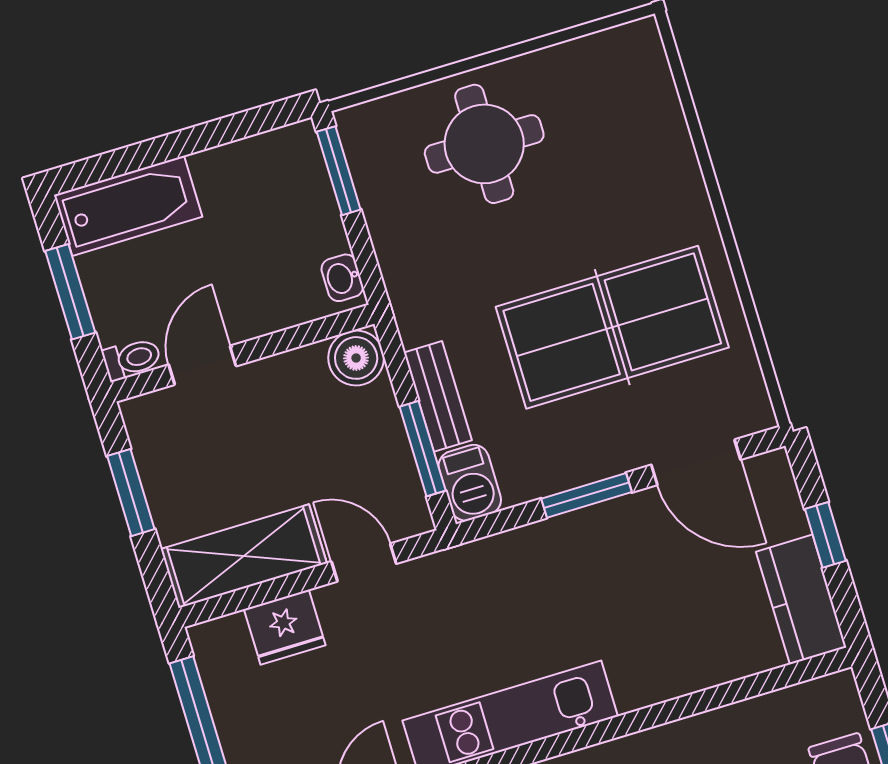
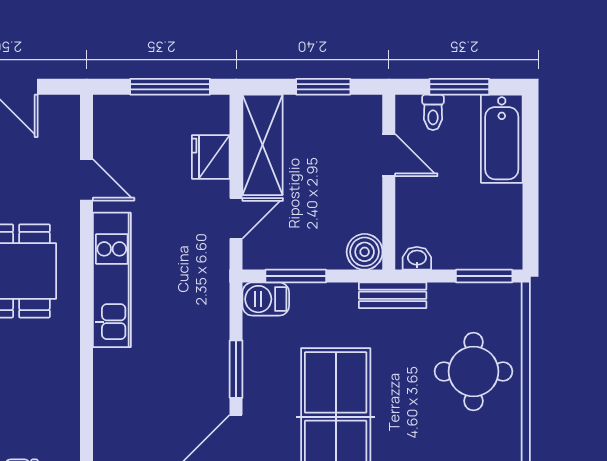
toilet: (132, 359) -> (433, 112), moved
bench: (438, 396) -> (393, 295), moved

